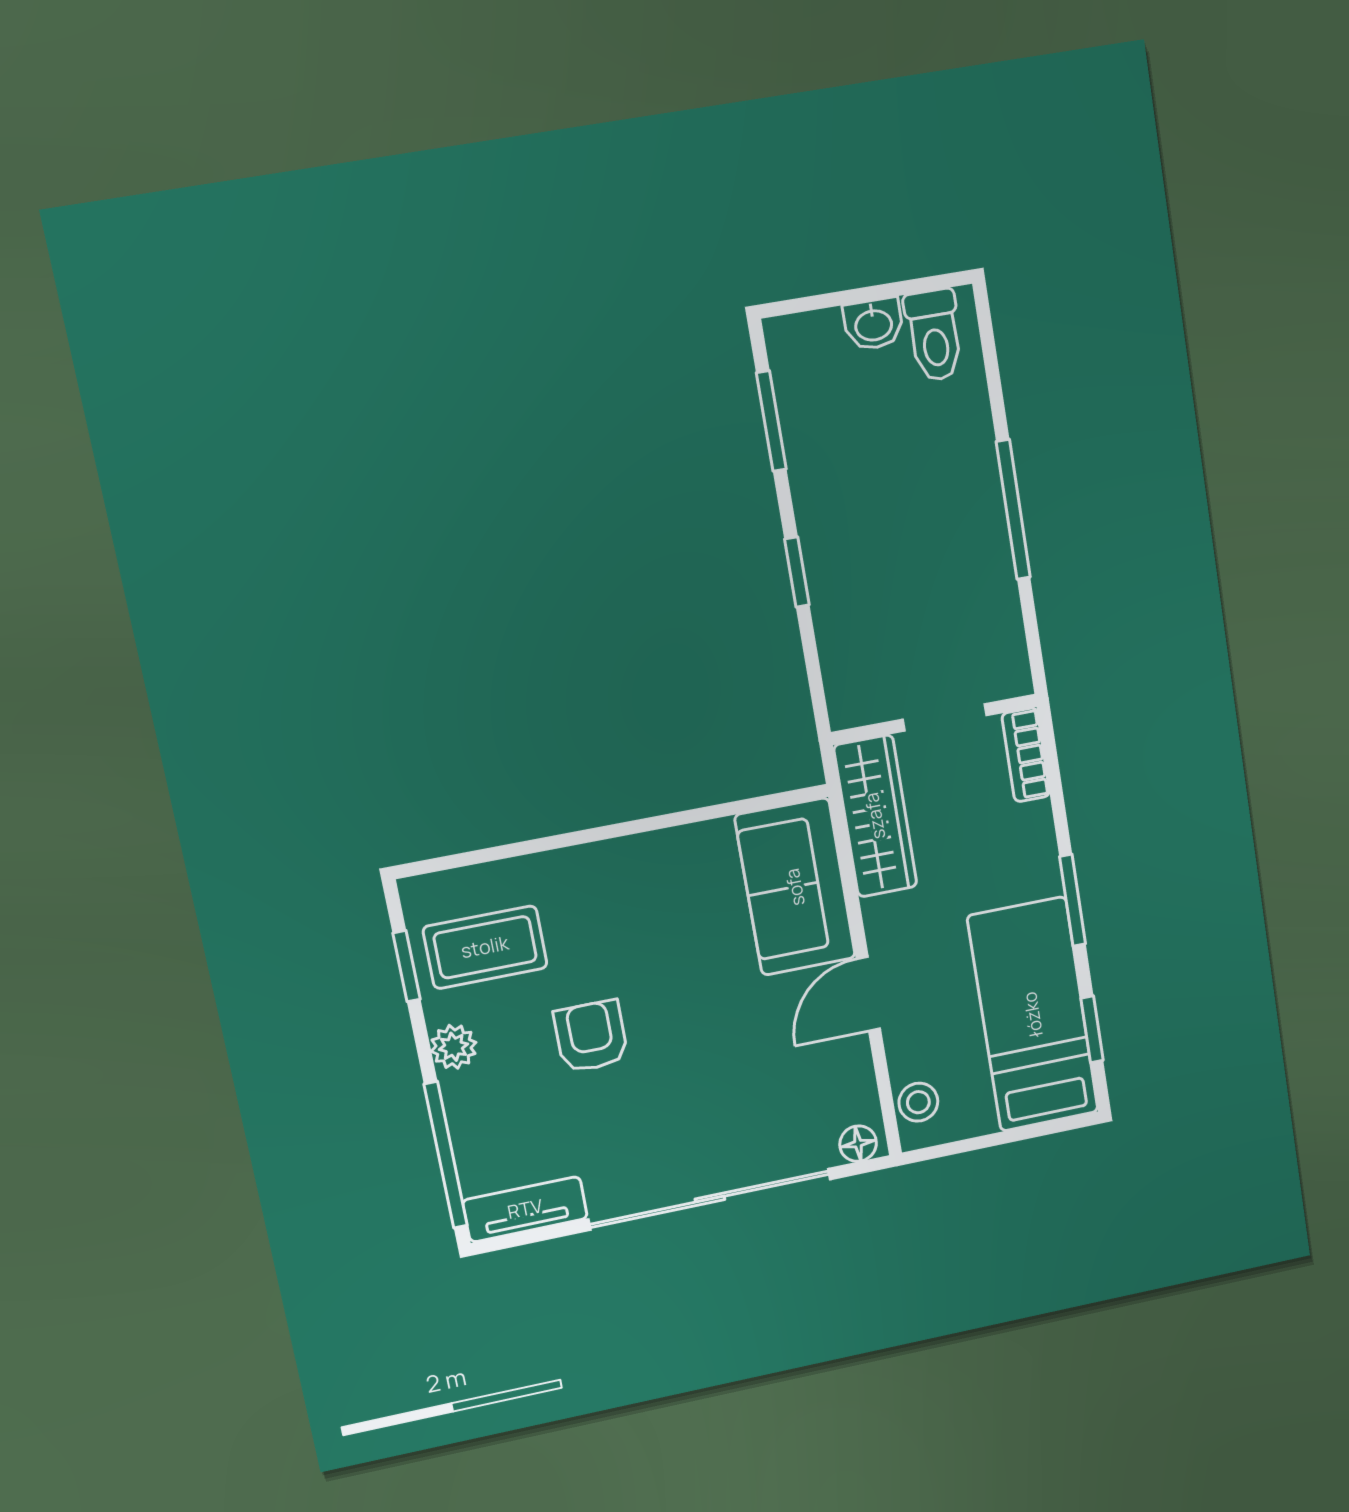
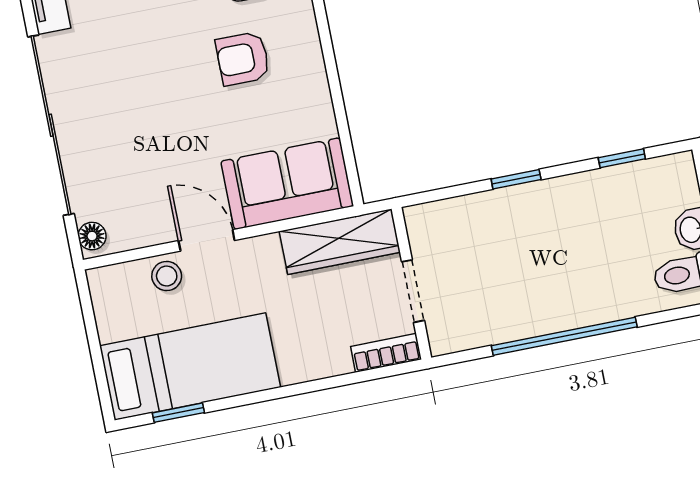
window: (771, 421) -> (622, 158), width x0.67
window: (1013, 510) -> (564, 336), width x1.46
window: (1073, 900) -> (277, 393), removed
armchair: (591, 1036) -> (243, 59), moved, turned 180
stool: (918, 1102) -> (167, 276), moved

